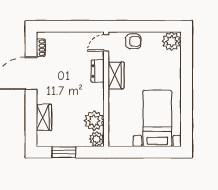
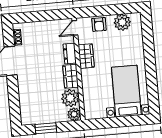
armchair: (133, 41) -> (99, 24), turned 90
plant: (172, 41) -> (122, 22), moved
wardrobe: (44, 117) -> (71, 76), moved, turned 180

